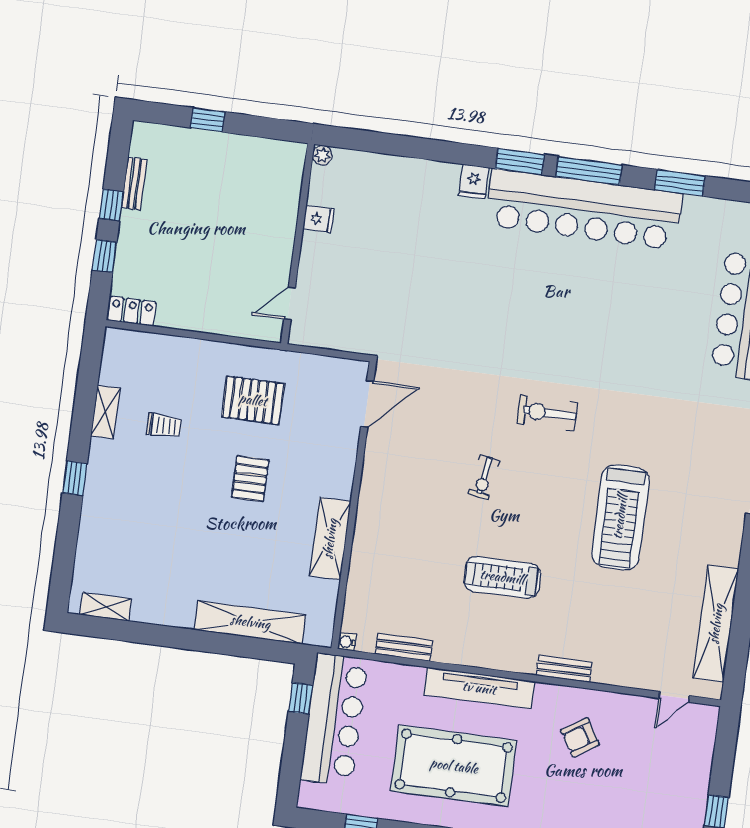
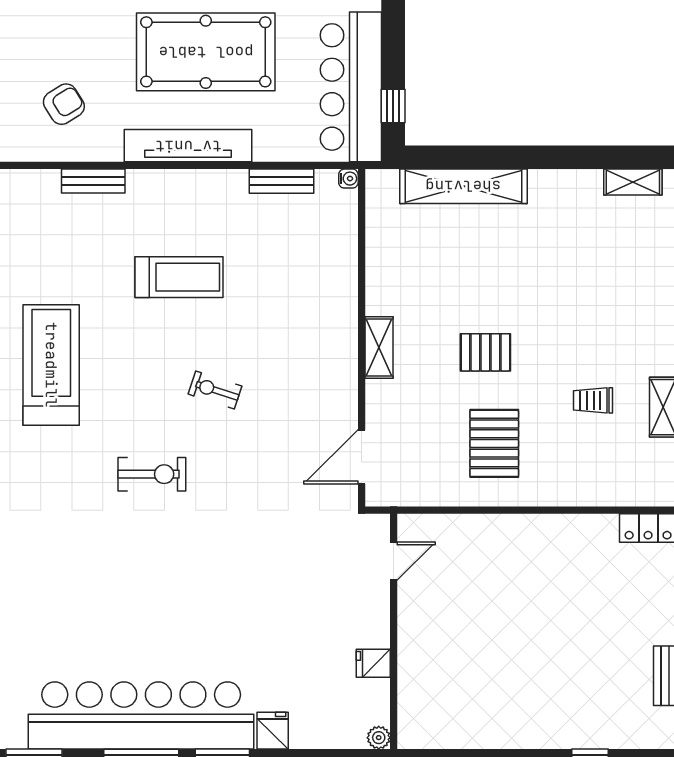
plant: (322, 155) -> (379, 738), moved
fridge: (319, 219) -> (373, 663), moved
wall: (298, 244) -> (394, 631), moved
door: (290, 303) -> (394, 561), moved
pallet: (253, 400) -> (494, 443), turned 90
exercise bike: (484, 477) -> (215, 390), turned -81
pallet: (250, 479) -> (485, 352), turned 90
shelving: (330, 539) -> (379, 348), moved, width x0.67, depth x0.75

